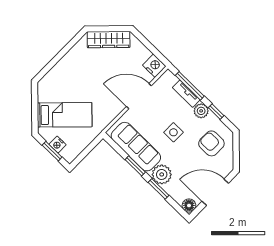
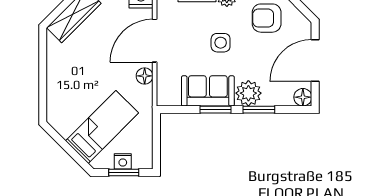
floor lamp: (115, 110) -> (145, 76), added
sofa: (136, 147) -> (208, 91), width x0.73

